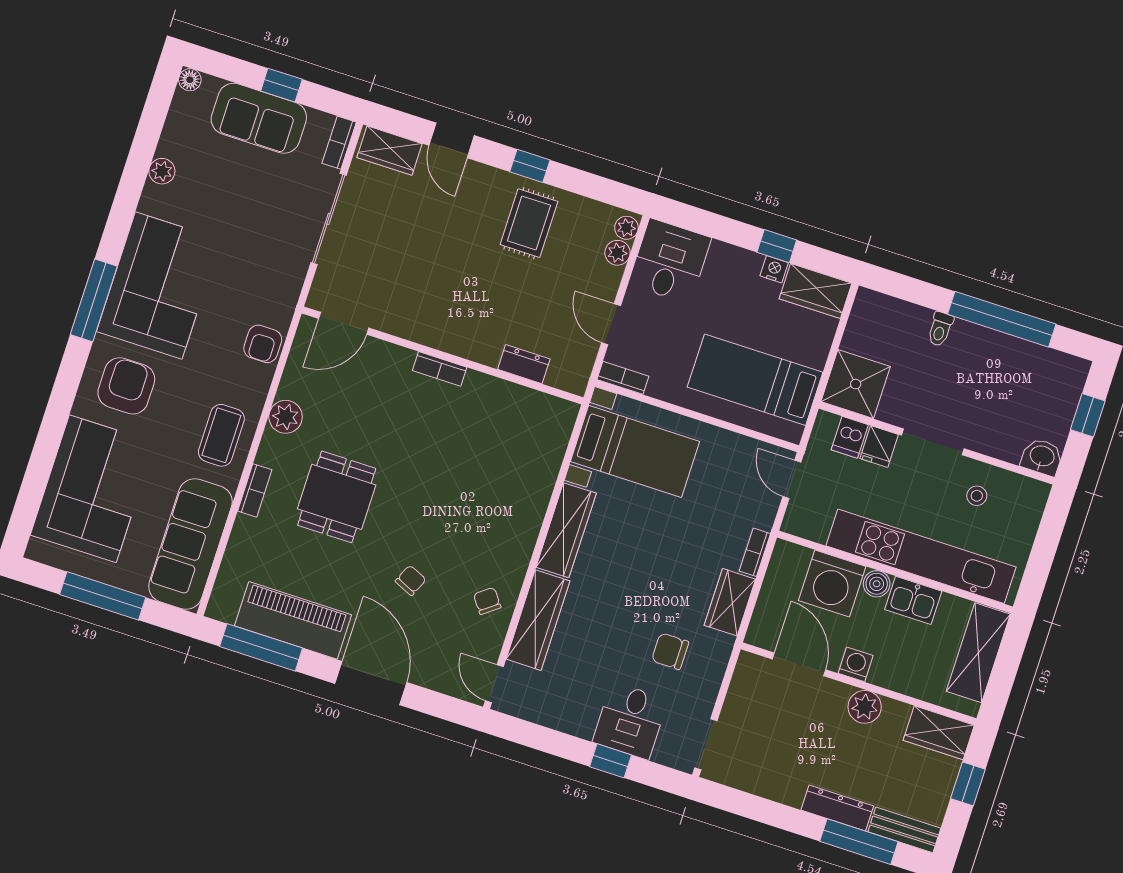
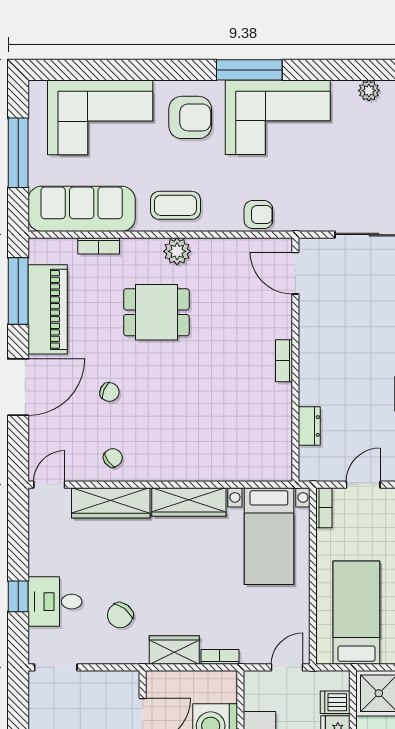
armchair: (263, 344) -> (258, 215), turned 180
plant: (286, 417) -> (177, 251), moved
bookcase: (255, 490) -> (99, 246), moved
chair: (670, 651) -> (120, 615), turned -142

